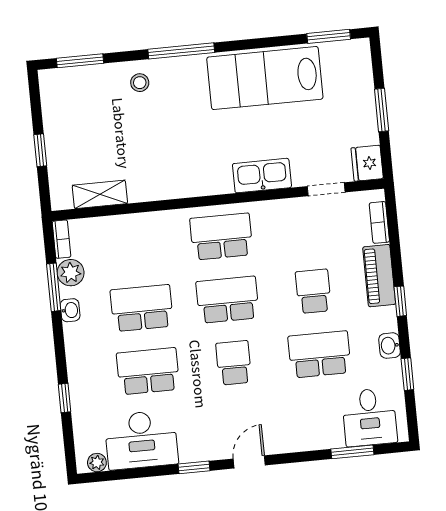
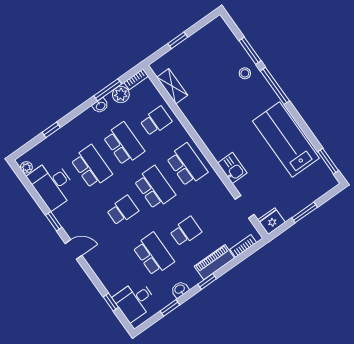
window: (80, 61) -> (250, 51), moved
kitchen sink: (262, 176) -> (232, 168), width x0.73
school desk: (136, 245) -> (156, 121), added
window: (352, 452) -> (111, 302), width x0.67

